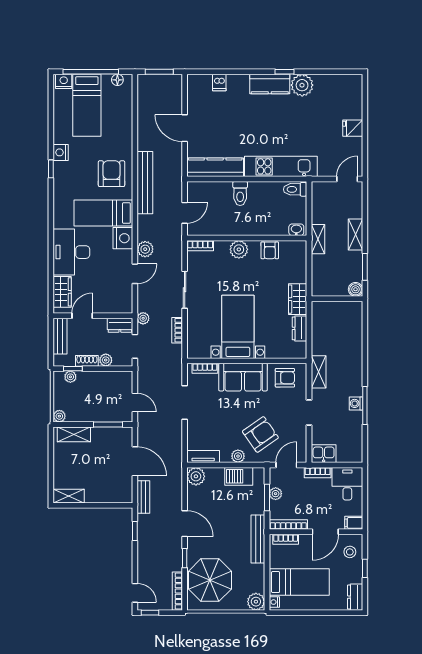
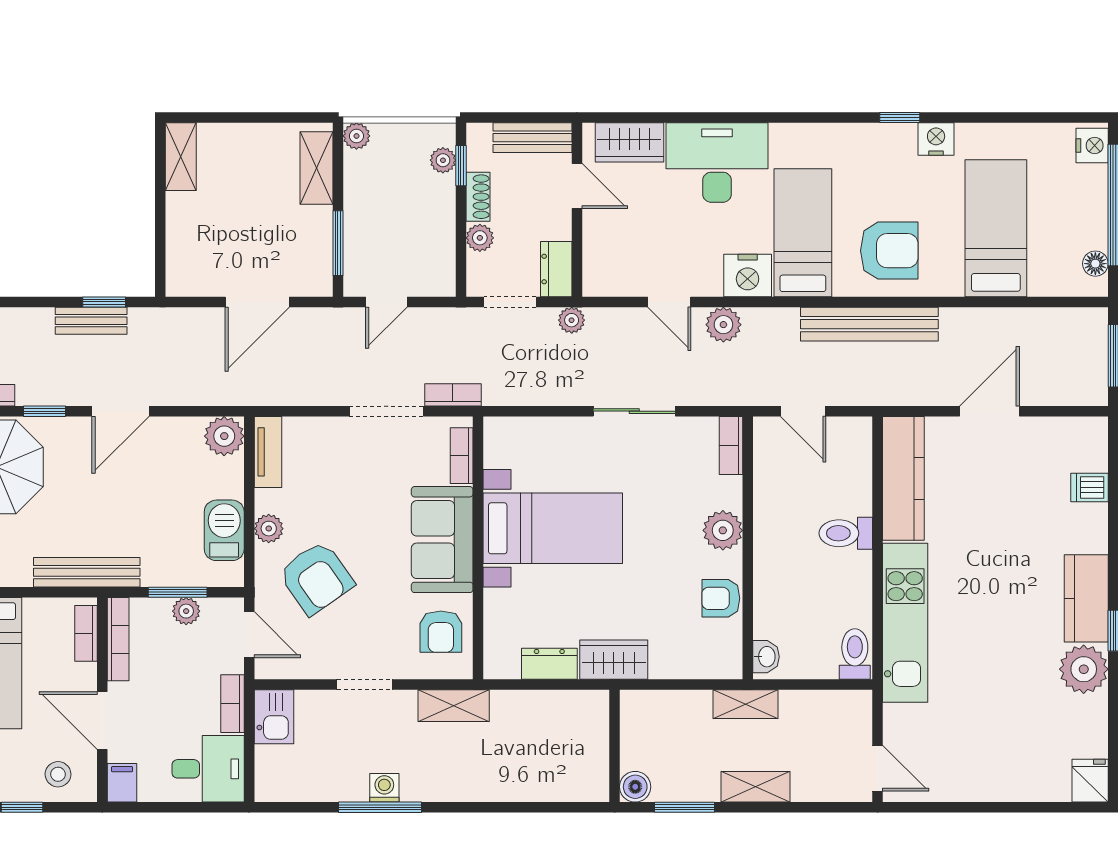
bed: (87, 105) -> (996, 228), moved, turned 90
fridge: (353, 128) -> (1090, 781), moved
bookcase: (177, 330) -> (453, 395), moved
bench: (143, 497) -> (91, 321), moved

